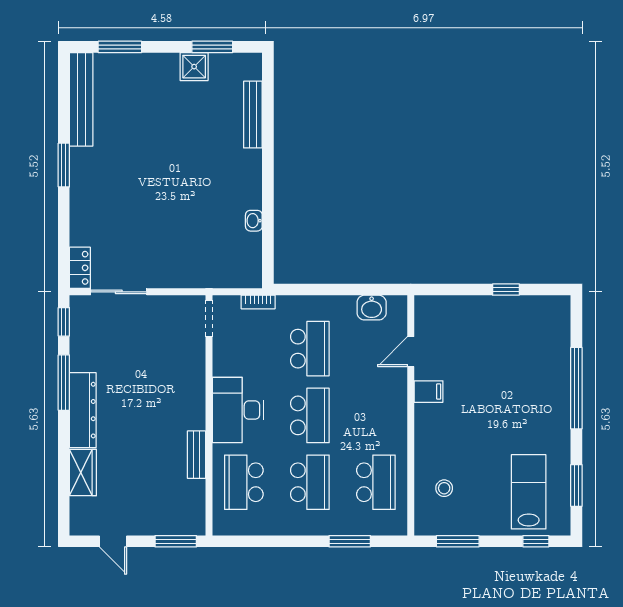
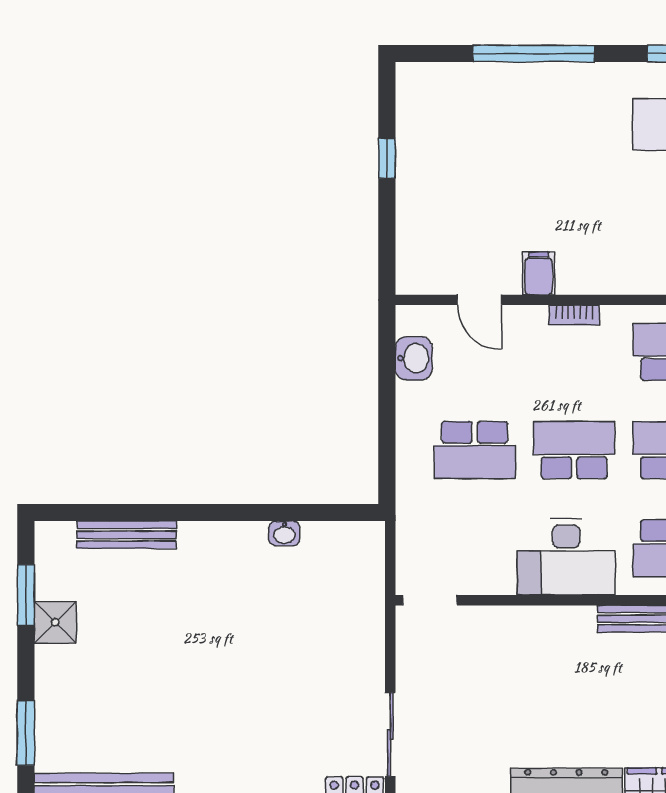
bookcase: (258, 302) -> (574, 315), moved, turned 90
school desk: (310, 349) -> (475, 450), turned 180

